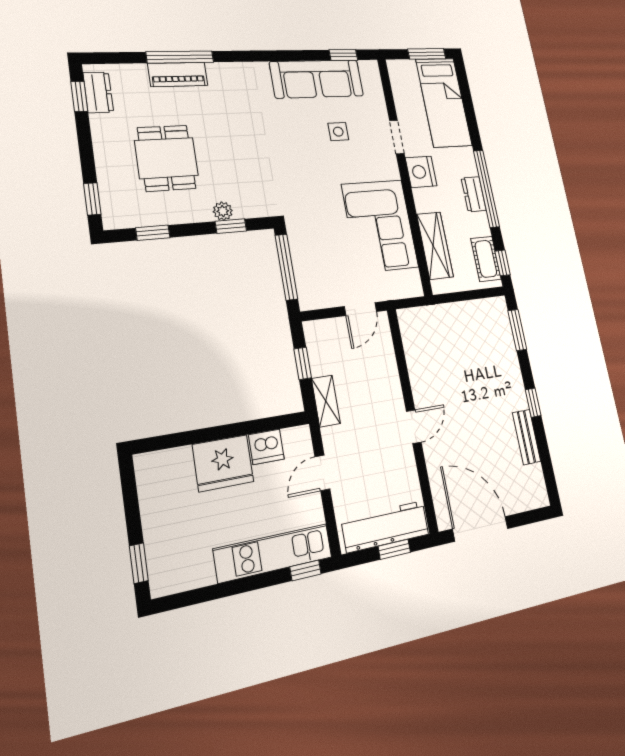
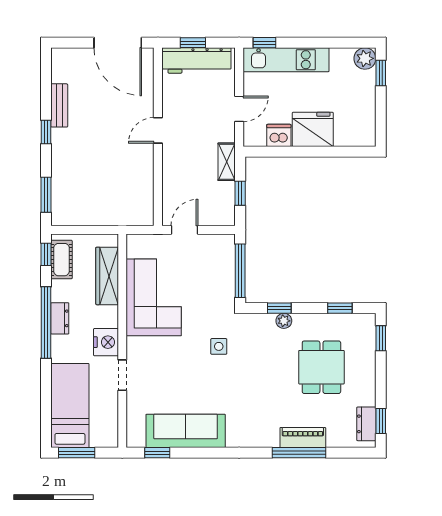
side table: (338, 132) -> (219, 346), moved
plant: (165, 580) -> (365, 58), added

